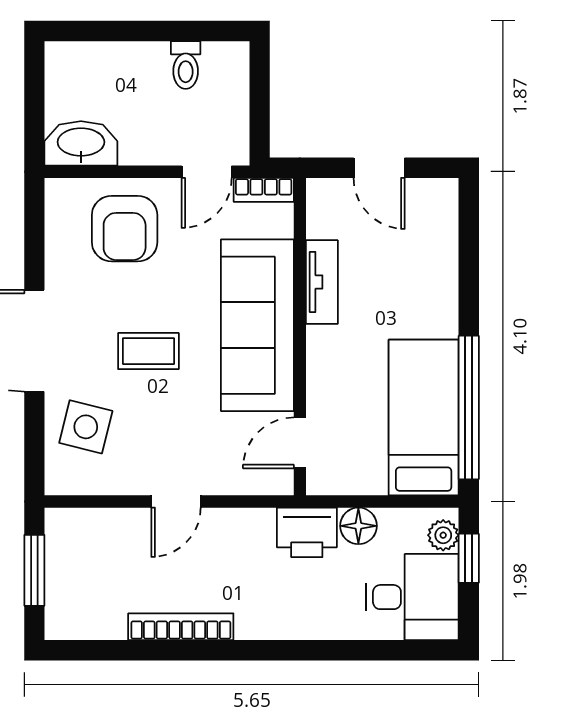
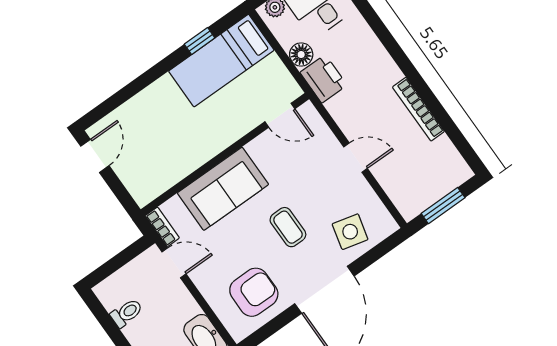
door: (379, 168) -> (95, 156), moved
armchair: (125, 229) -> (254, 292), moved
tv unit: (322, 282) -> (189, 163), removed
sofa: (257, 325) -> (223, 189), width x0.73
window: (469, 407) -> (200, 41), width x0.32

